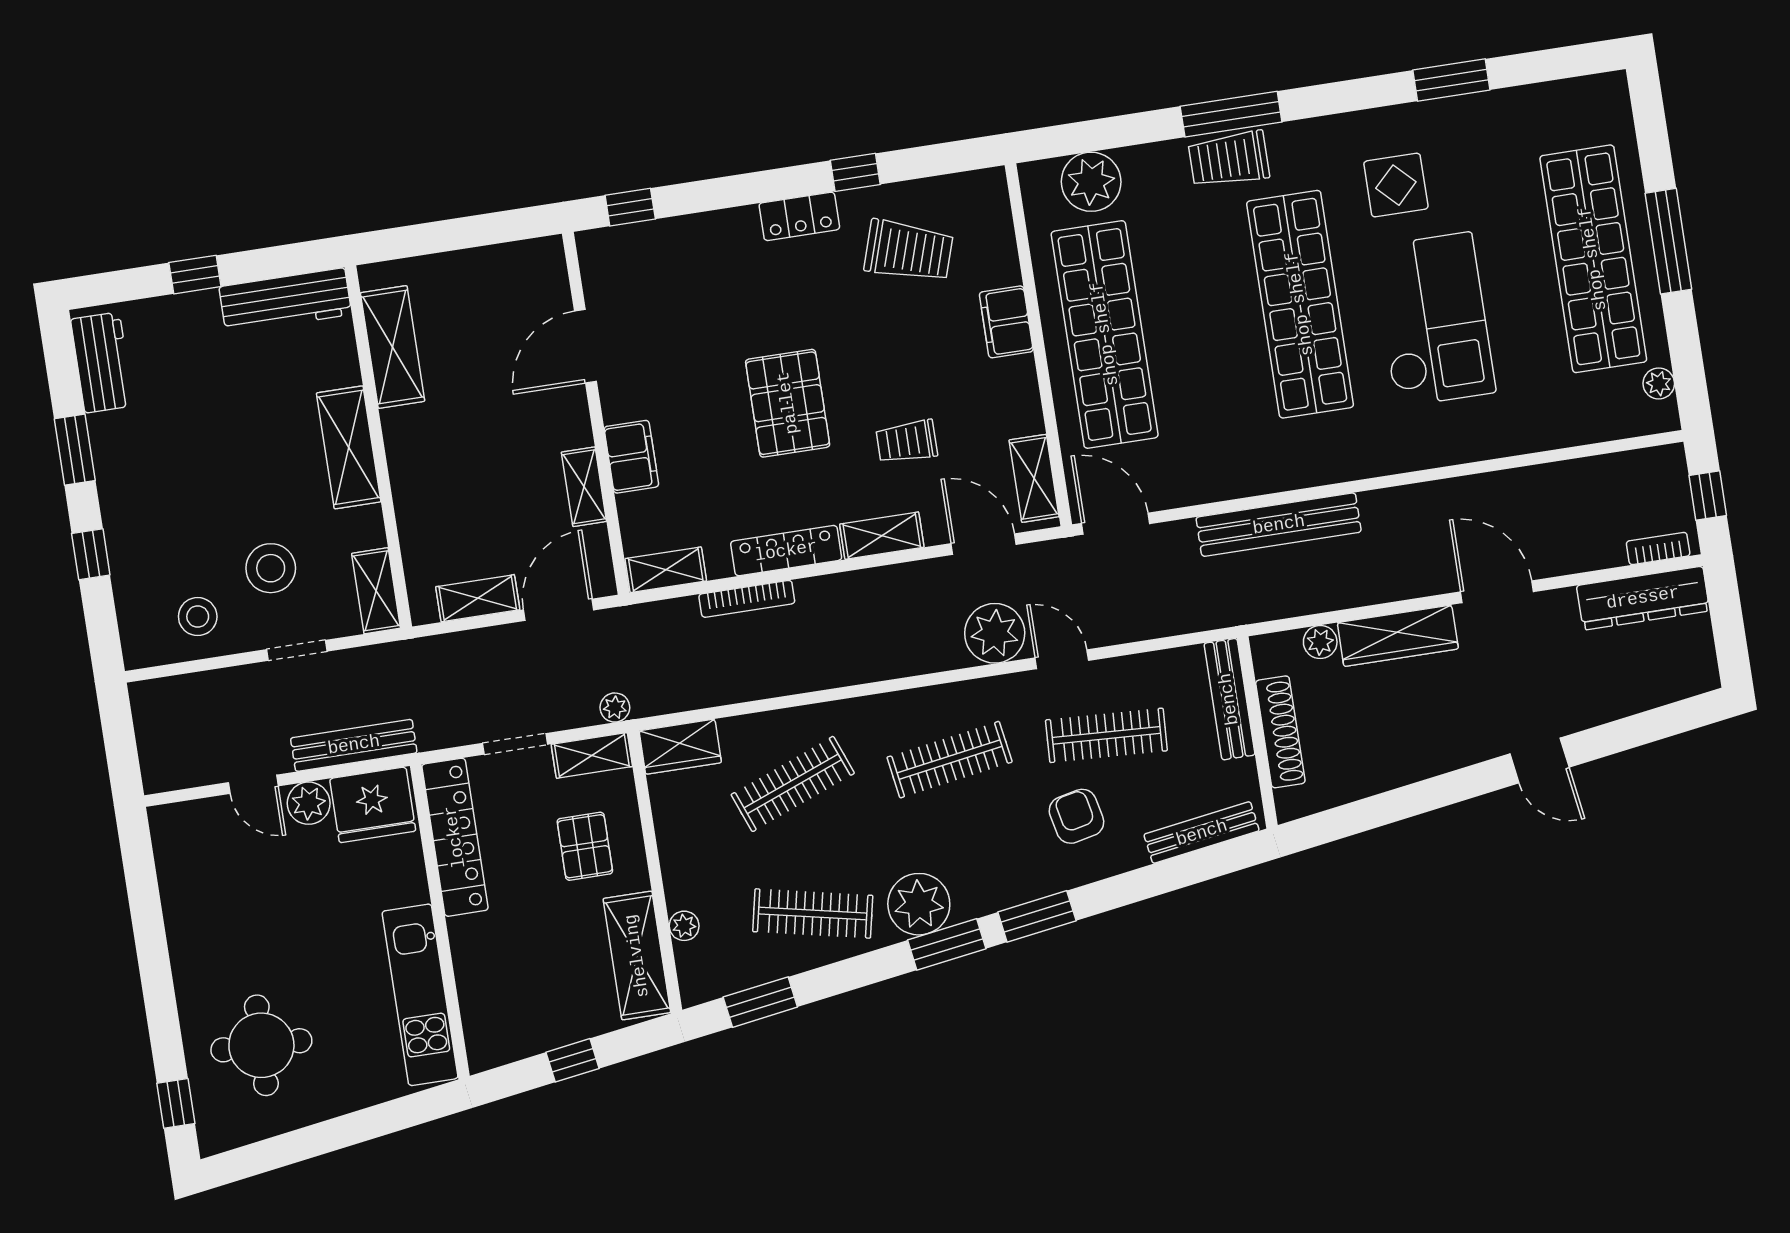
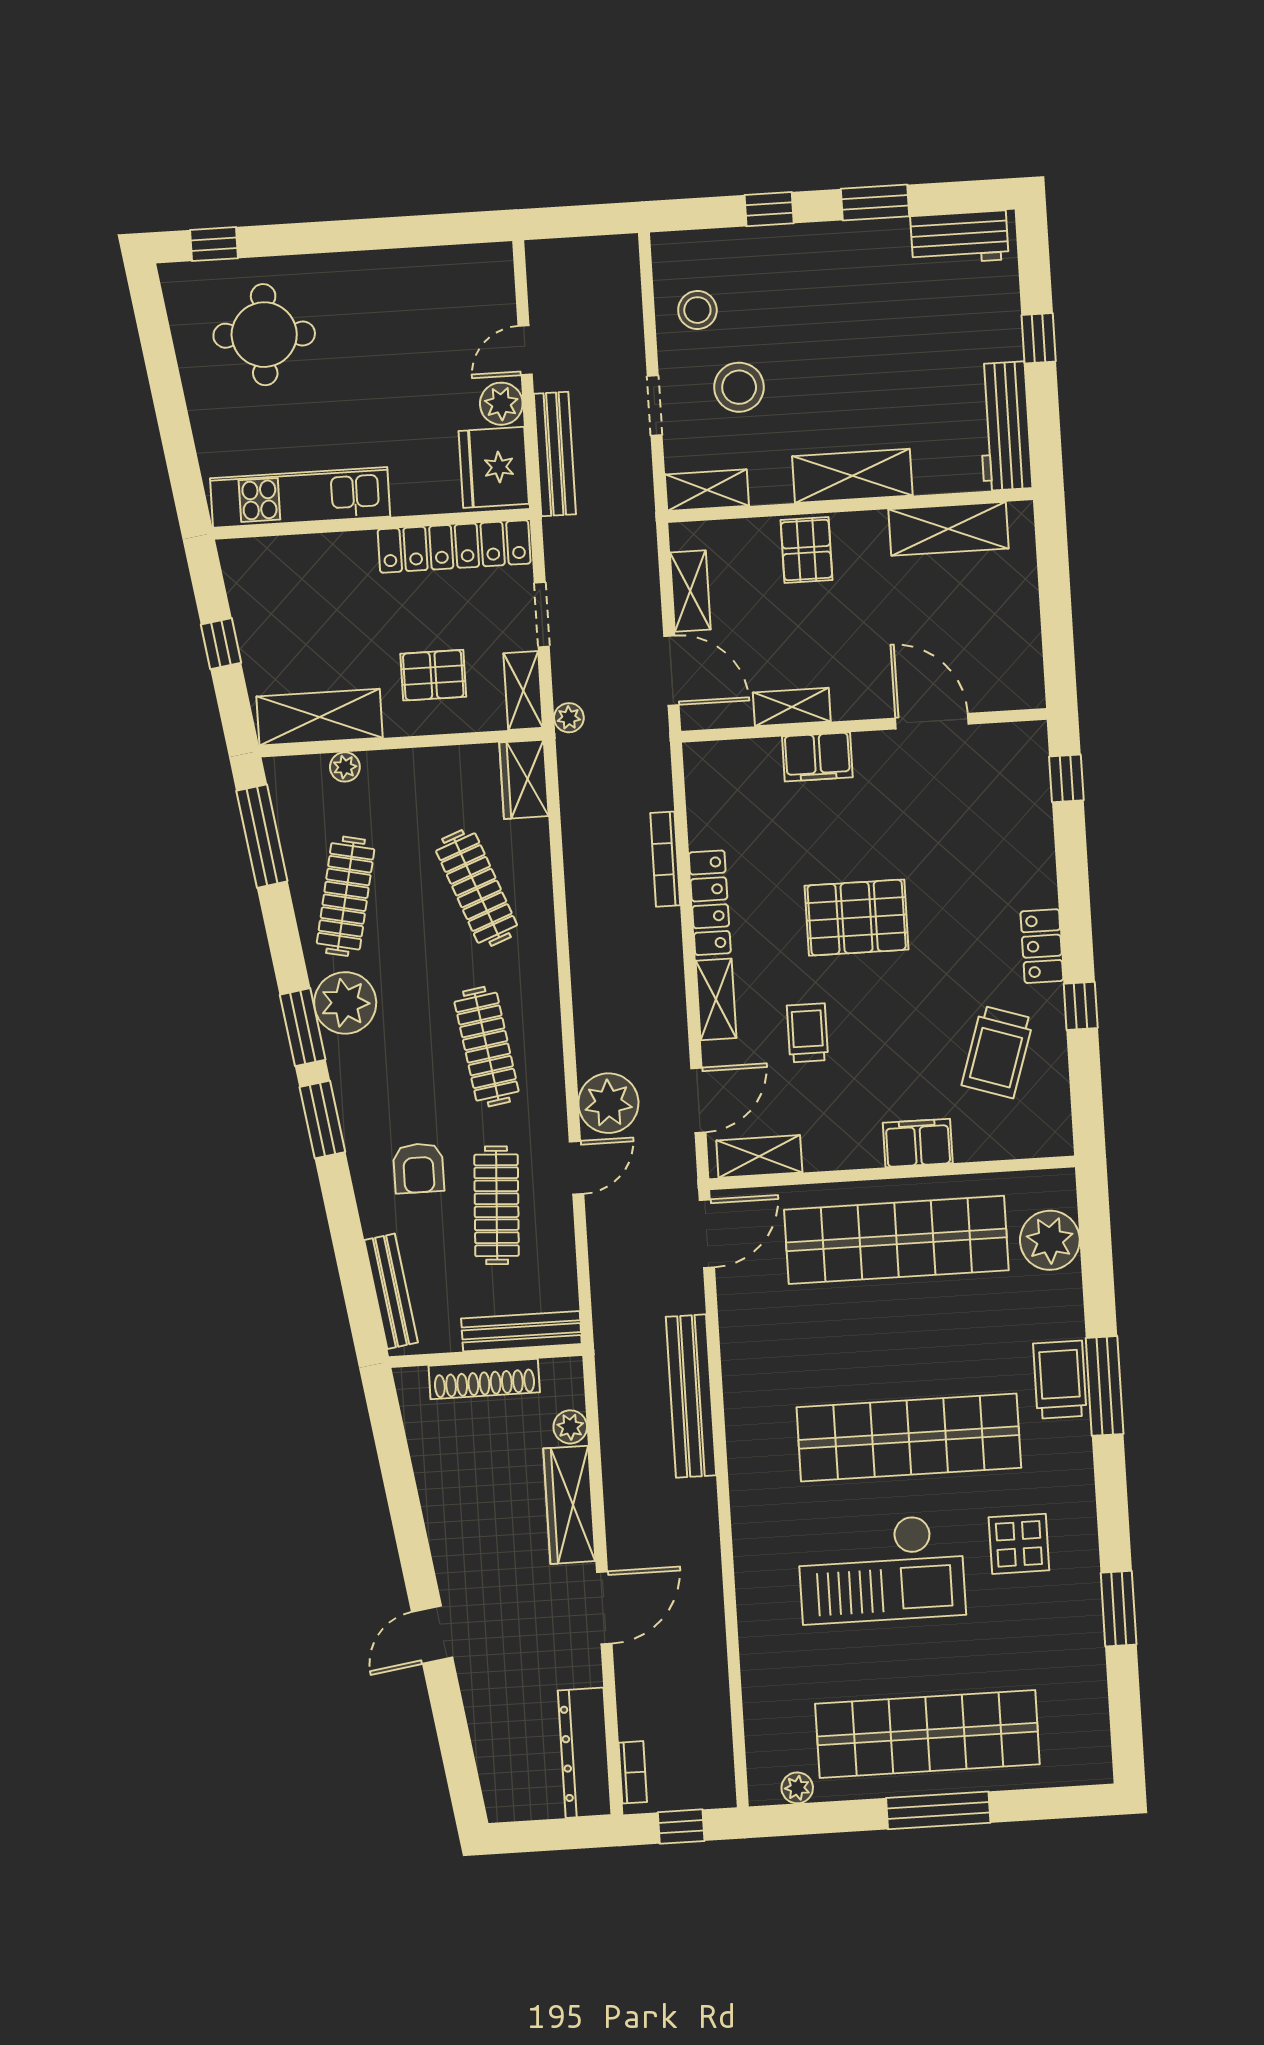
pallet: (427, 486) -> (806, 550), added
shelving: (666, 570) -> (702, 781), removed
armchair: (1076, 816) -> (419, 1168), turned 102
window: (760, 1002) -> (262, 836), width x1.44

